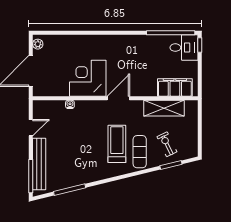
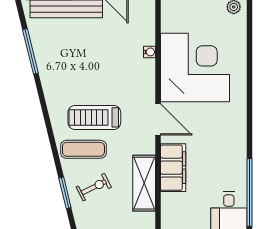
corner desk: (88, 78) -> (195, 68), width x1.36, depth x1.36
filing cabinet: (175, 87) -> (173, 168), moved
treadmill: (117, 144) -> (94, 117), turned 180

